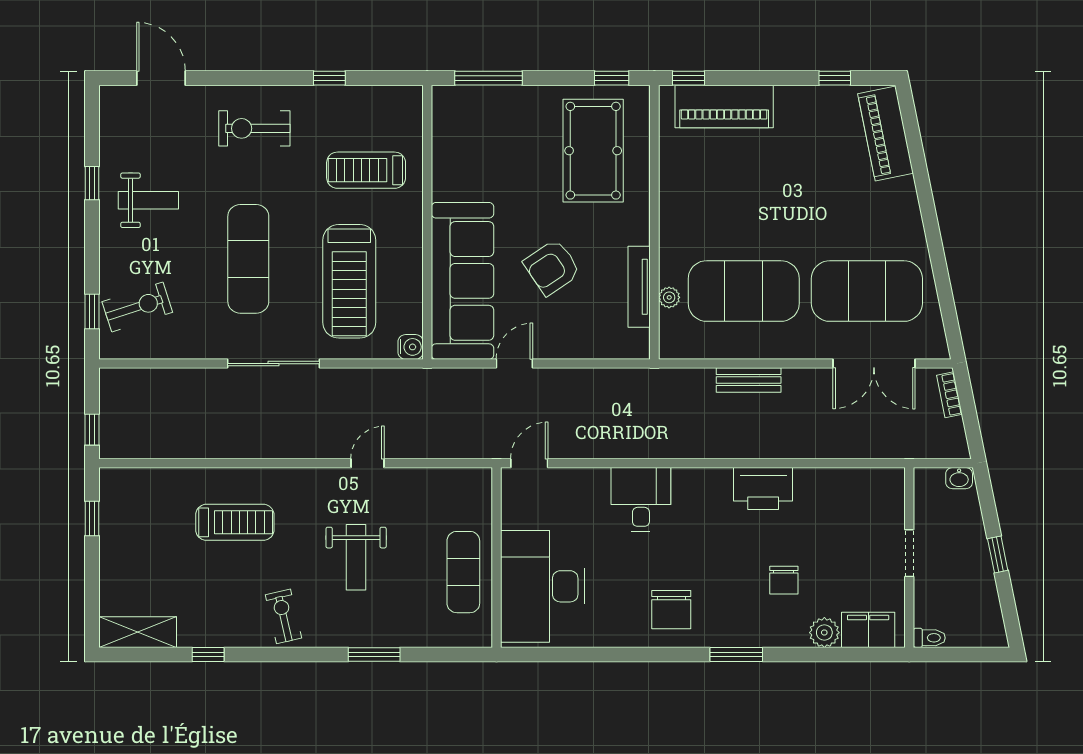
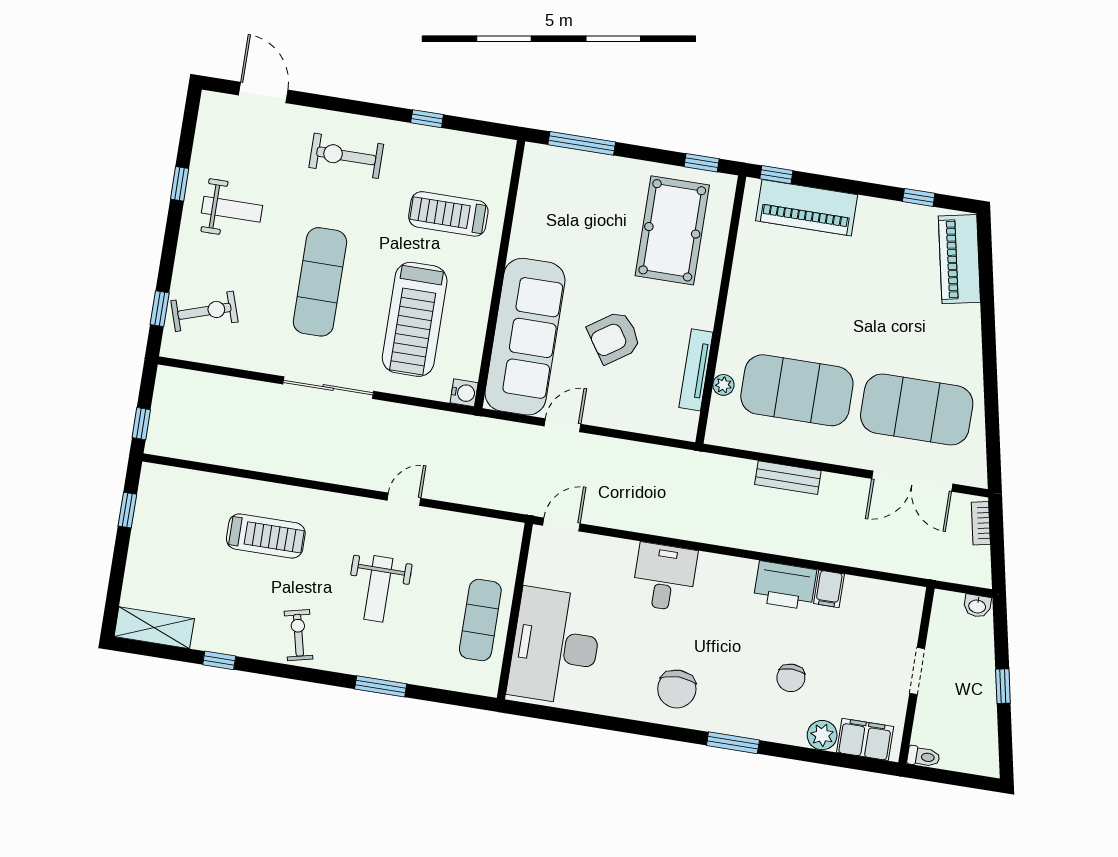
filing cabinet: (808, 485) -> (829, 589), added

